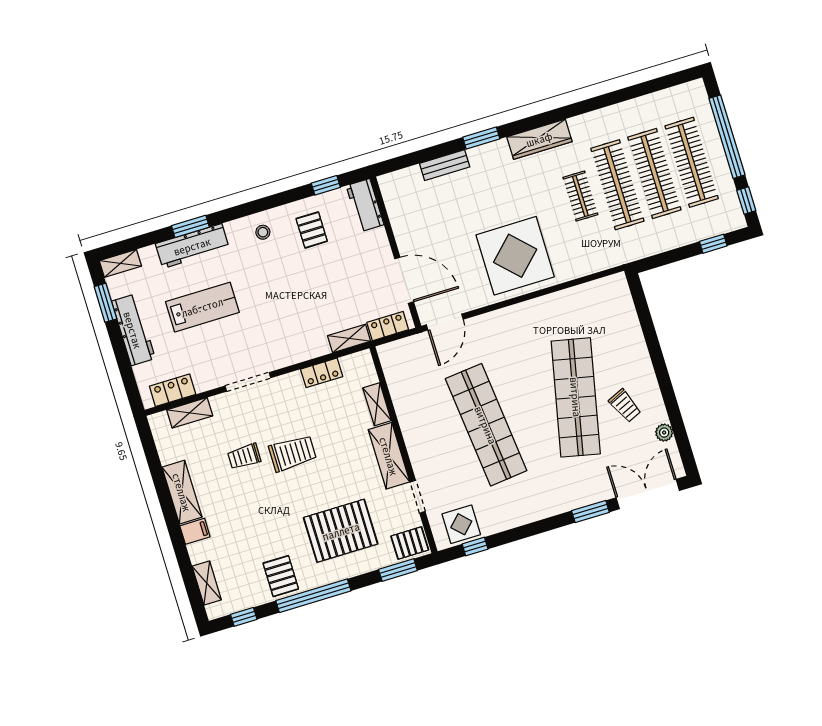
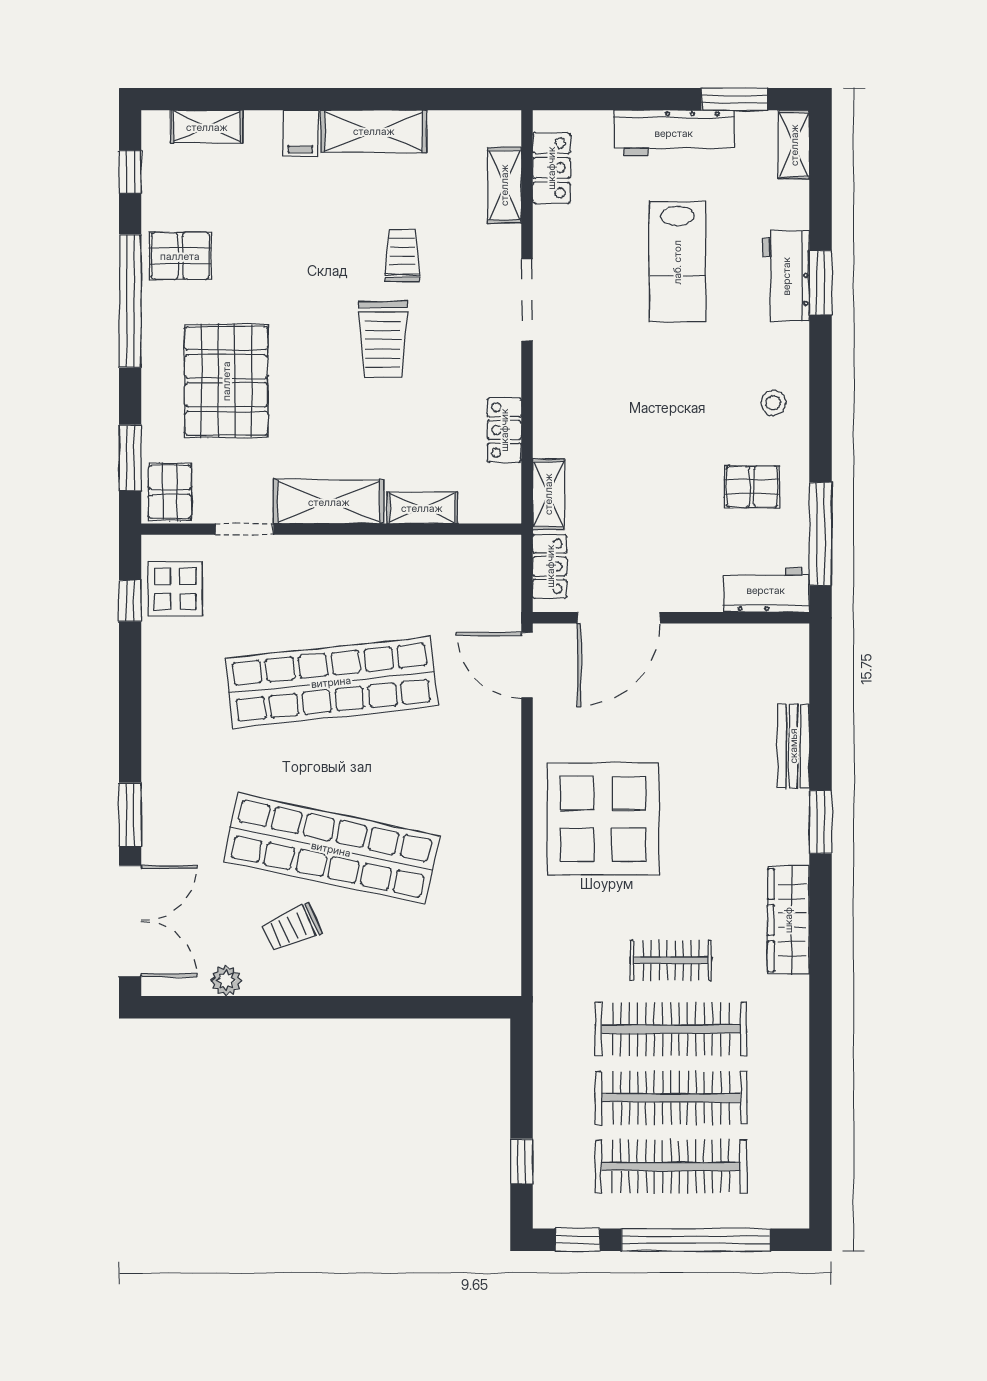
window: (326, 185) -> (820, 534), width x2.17
workbench: (192, 246) -> (786, 276), width x0.73

